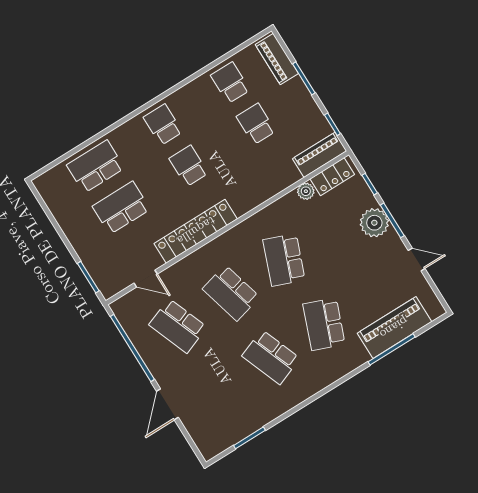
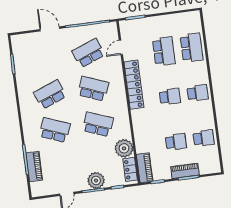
piano: (277, 59) -> (185, 171), moved
plant: (306, 191) -> (124, 148), width x1.88, depth x1.88
school desk: (231, 293) -> (93, 89), turned 36
piano: (394, 328) -> (34, 167), width x0.73, depth x0.75

